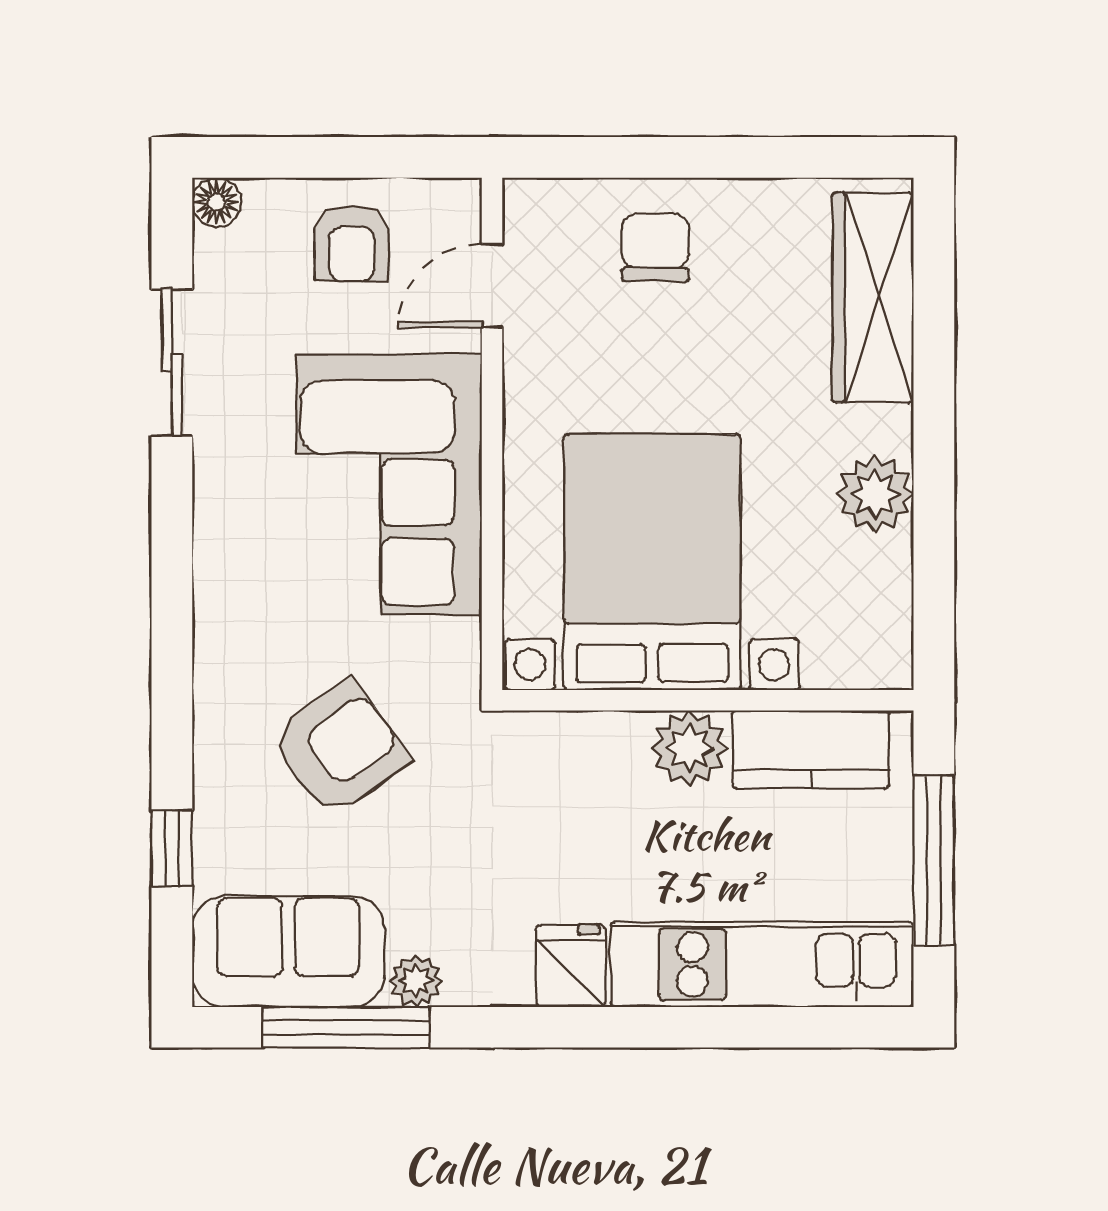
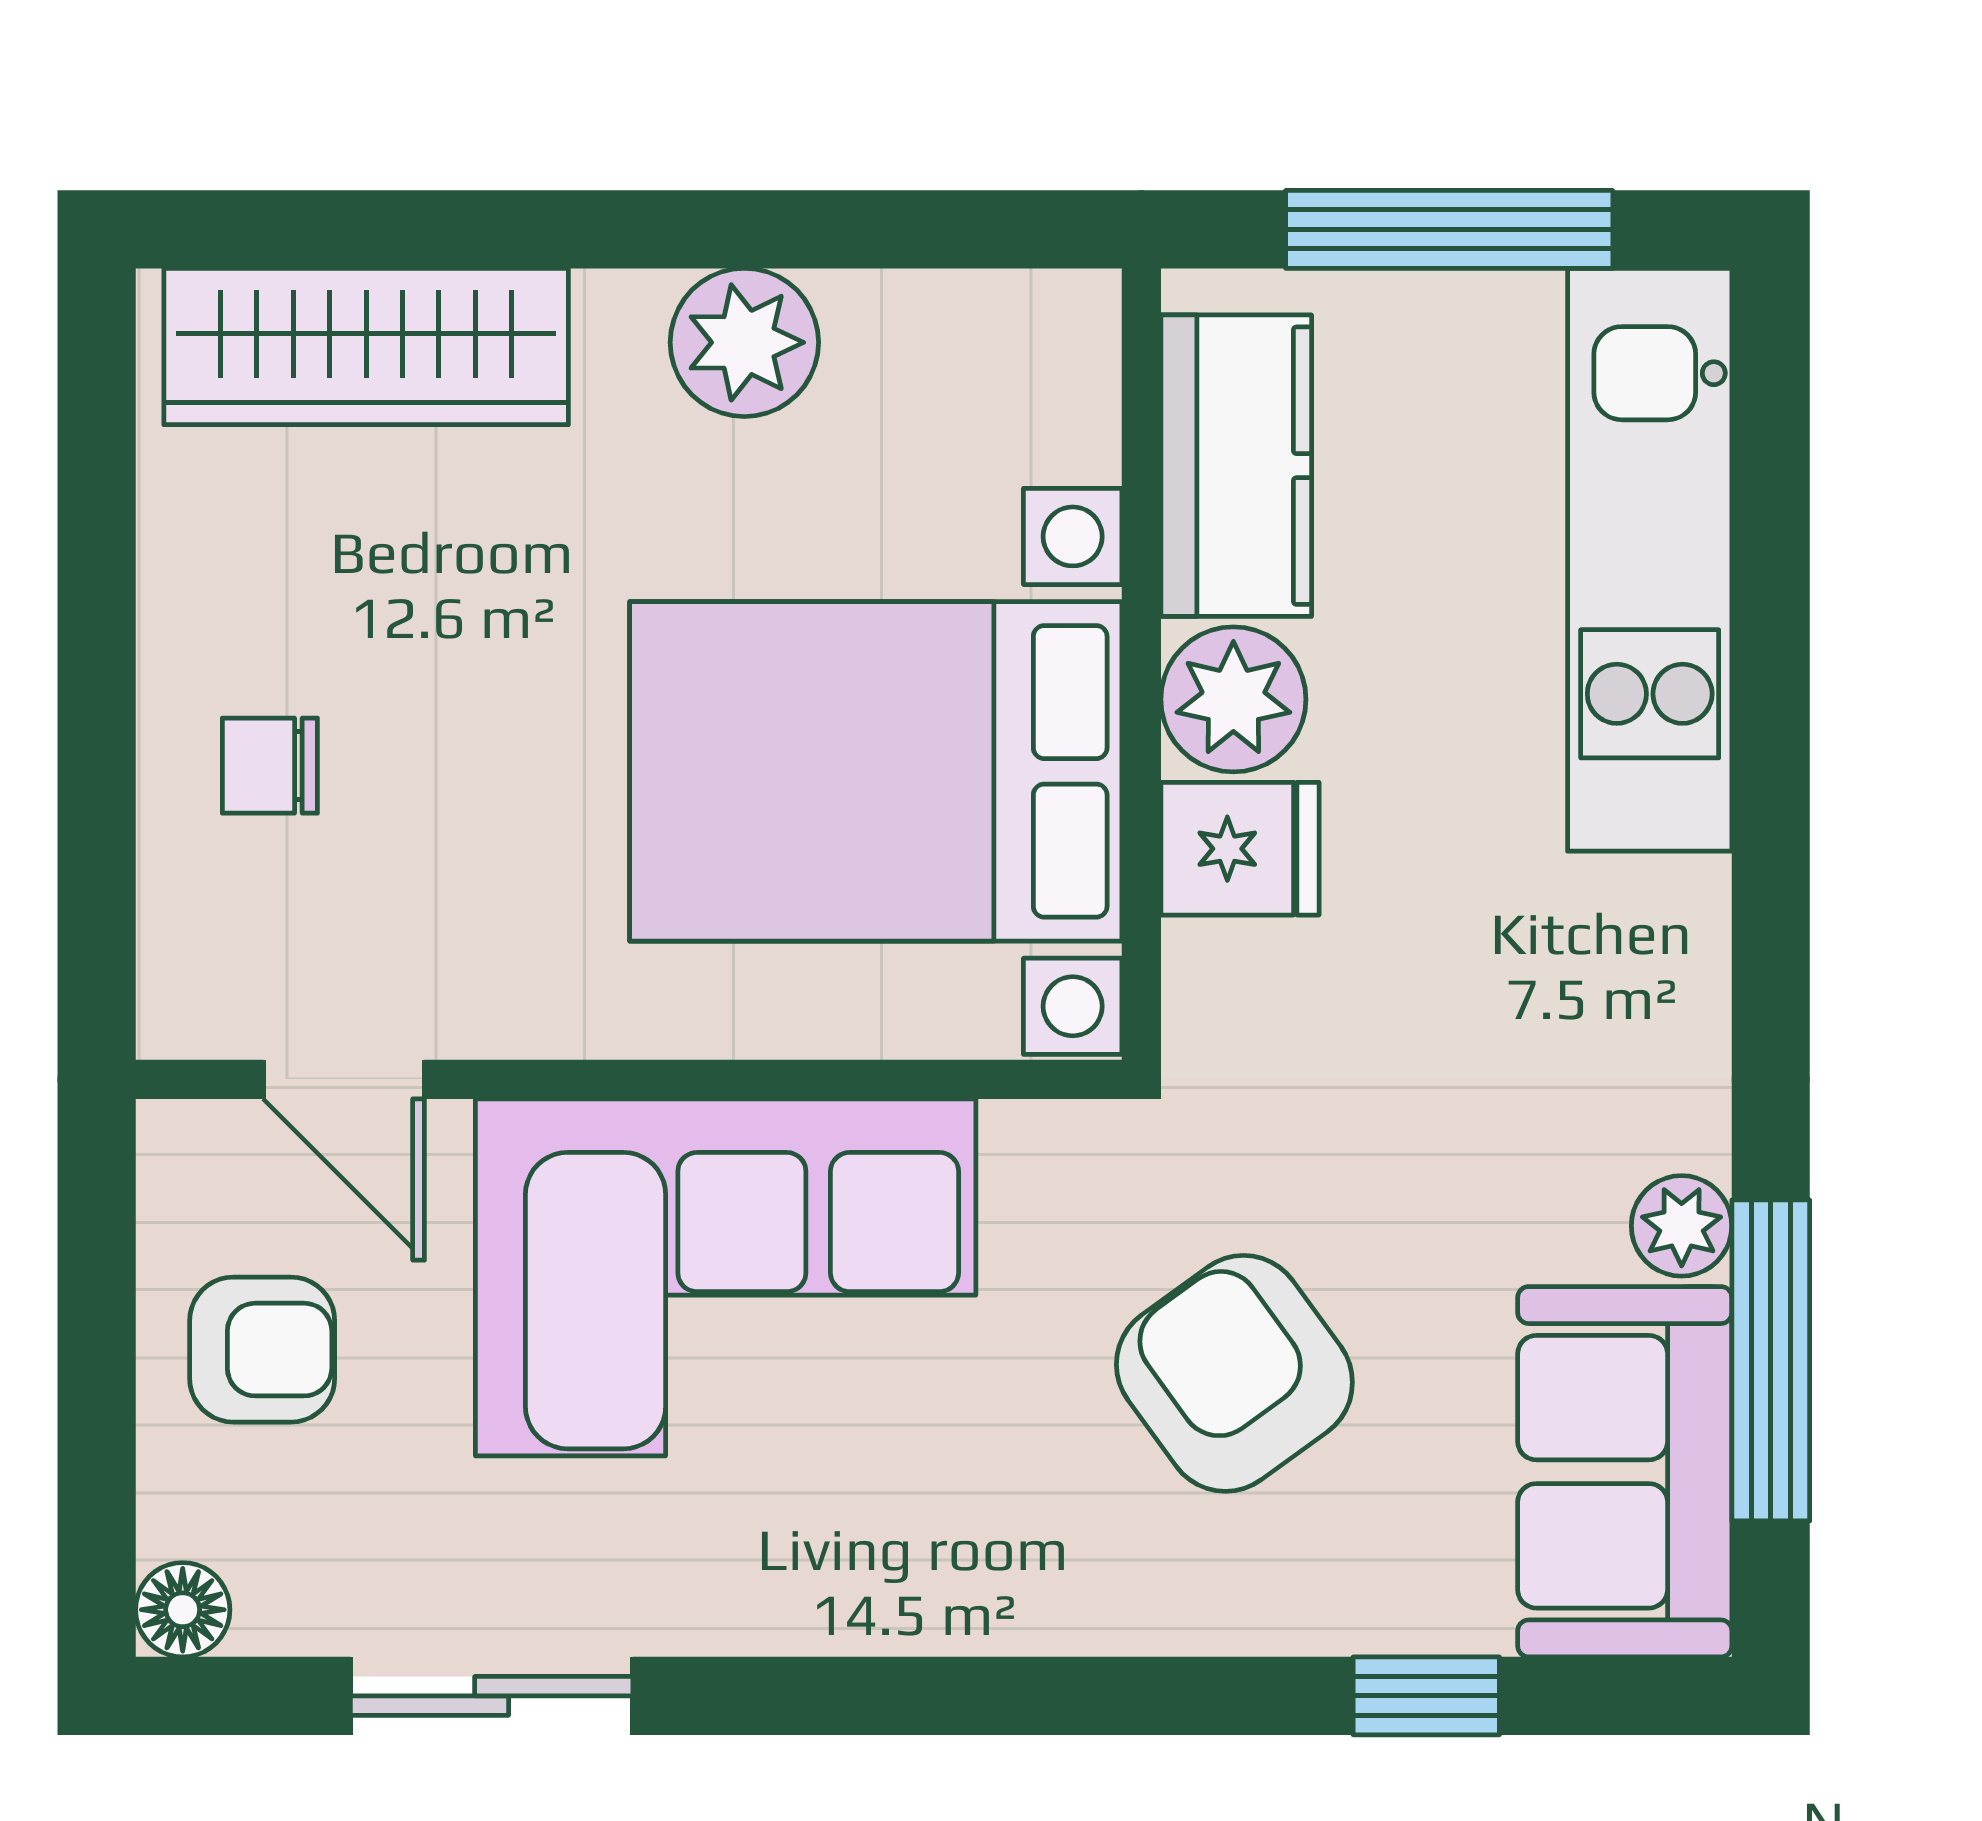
chair: (655, 247) -> (270, 766), width x0.73, depth x0.73
fridge: (571, 966) -> (1240, 849), moved, turned 180

